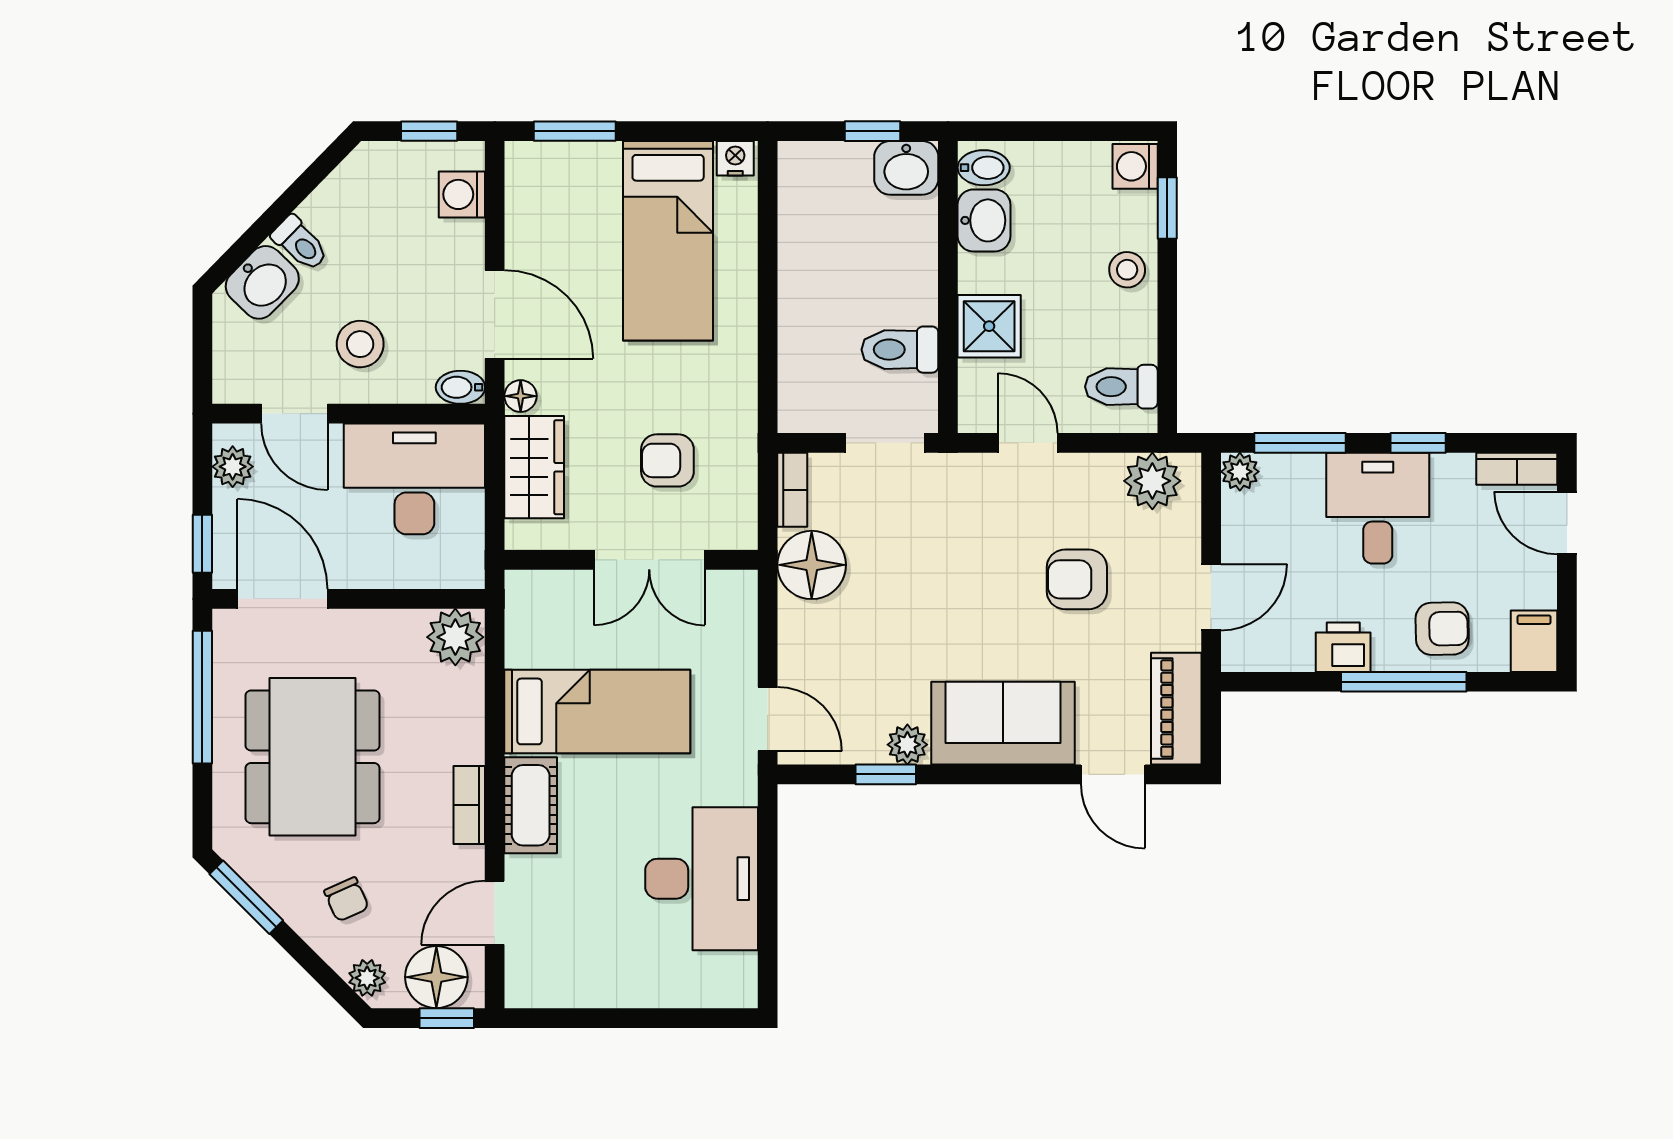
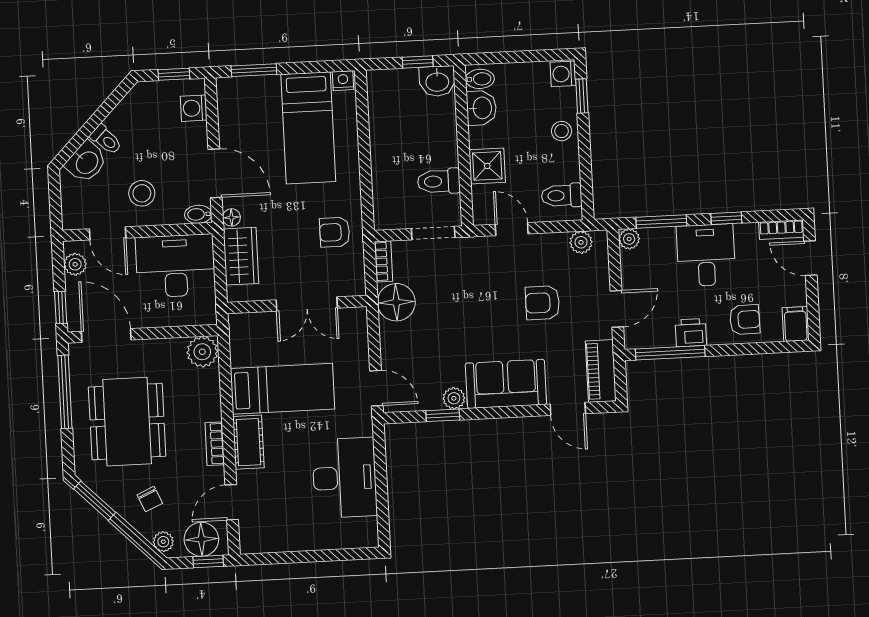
armchair: (667, 460) -> (335, 232), moved
plant: (1152, 481) -> (581, 242), width x0.73, depth x0.73
window: (1404, 682) -> (670, 353), moved

